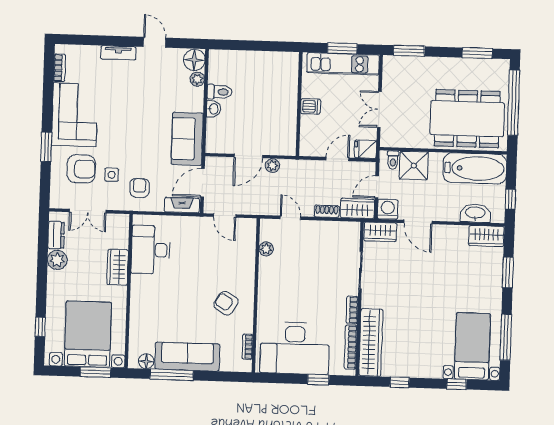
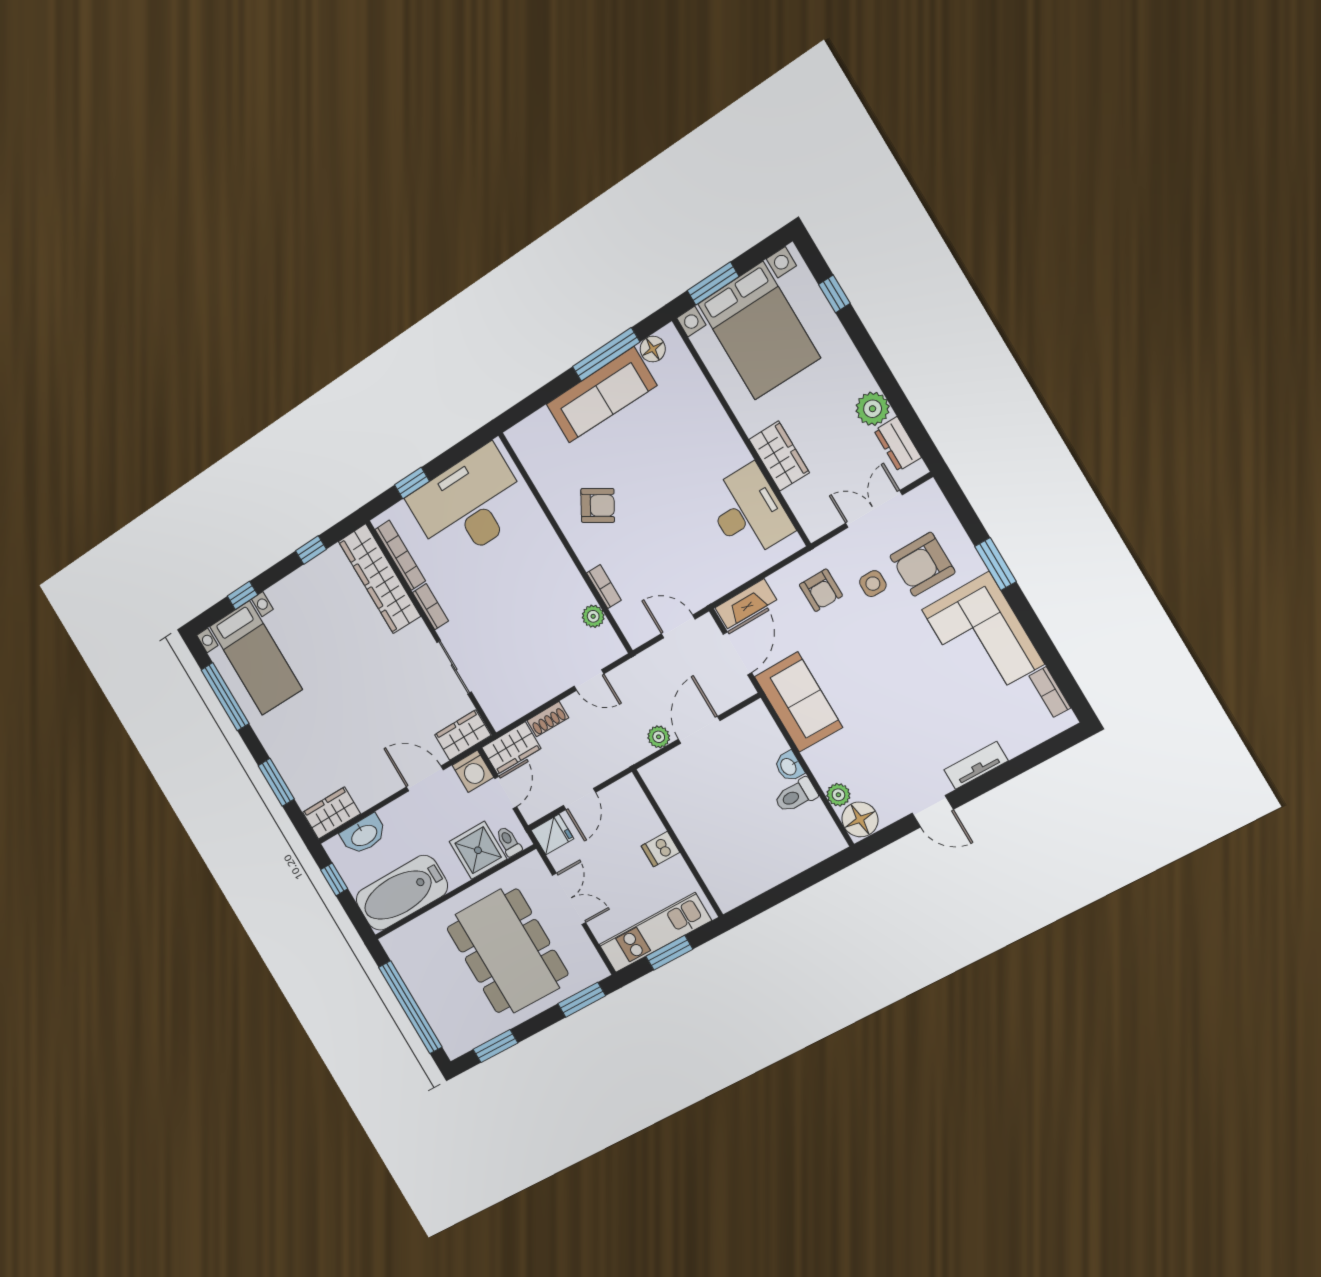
dining table: (467, 119) -> (507, 951), moved, turned 90
bookcase: (247, 347) -> (604, 587), moved

